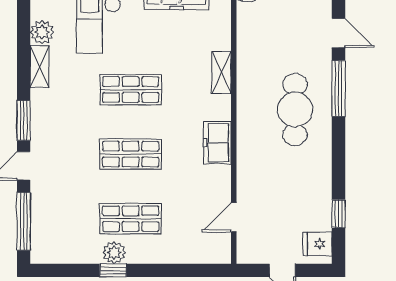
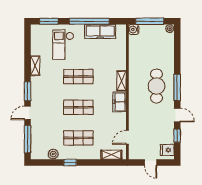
plant: (42, 32) -> (36, 49), removed
door: (338, 33) -> (177, 115), moved
shelving: (221, 73) -> (122, 81), moved
window: (338, 88) -> (177, 87), moved
plant: (114, 253) -> (53, 154), moved
shelving: (200, 254) -> (111, 155), added

